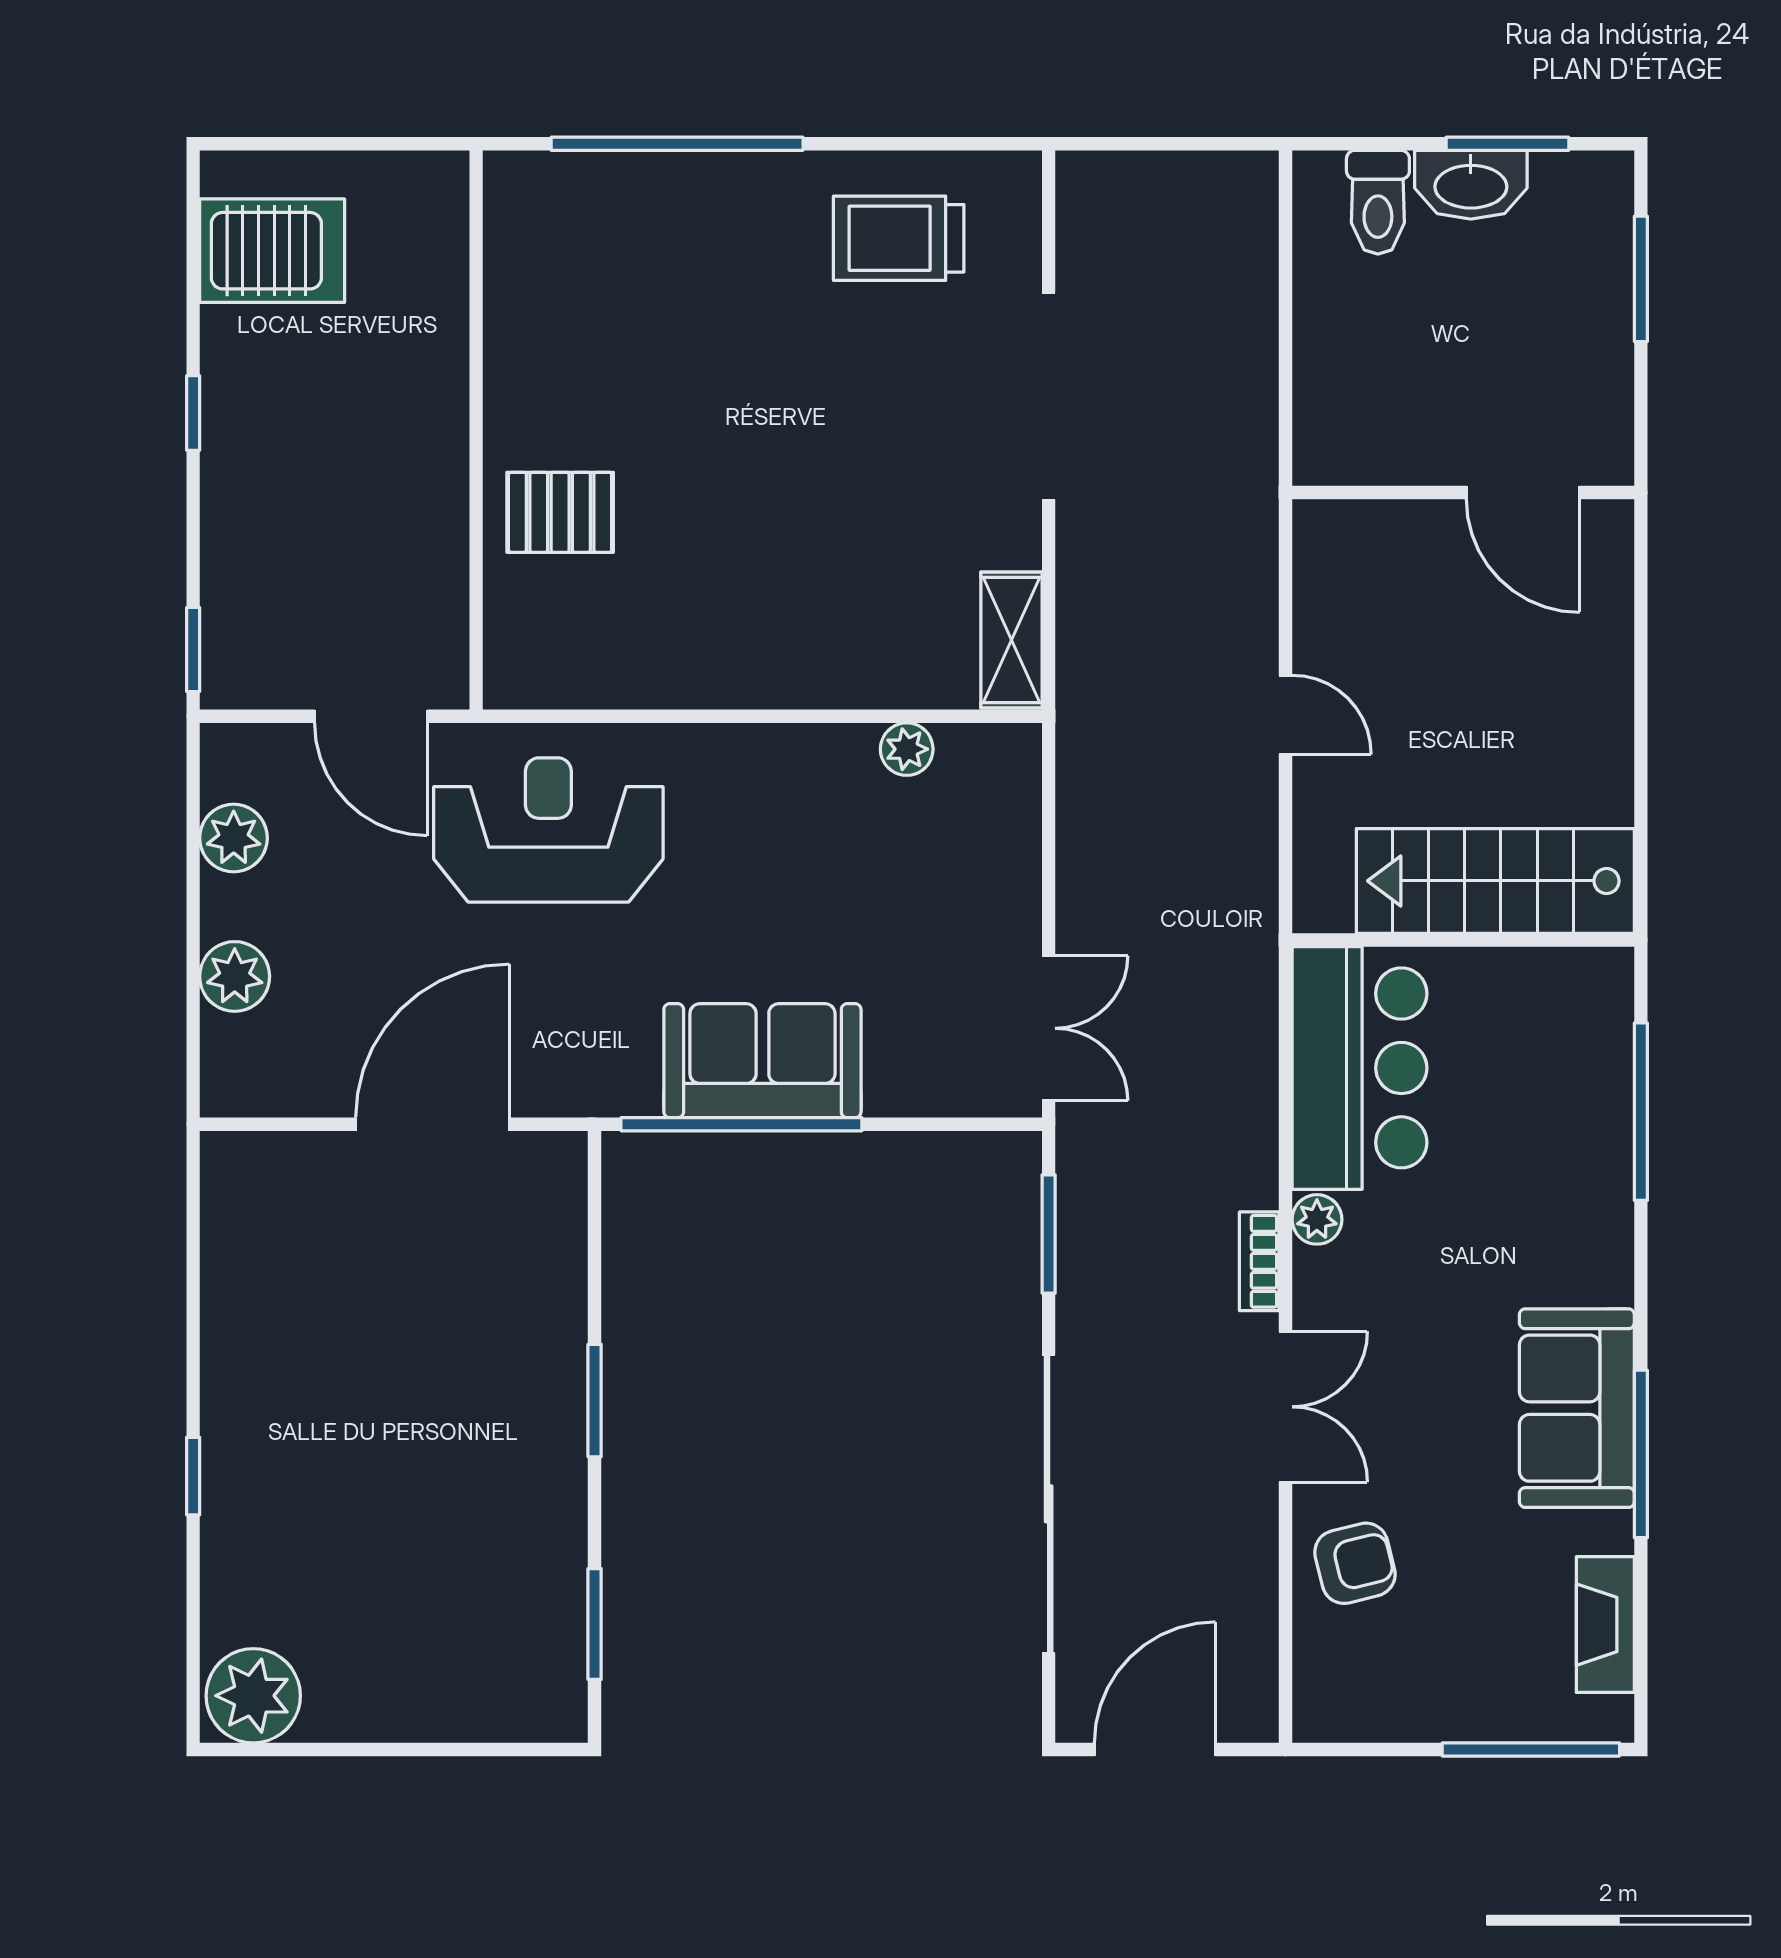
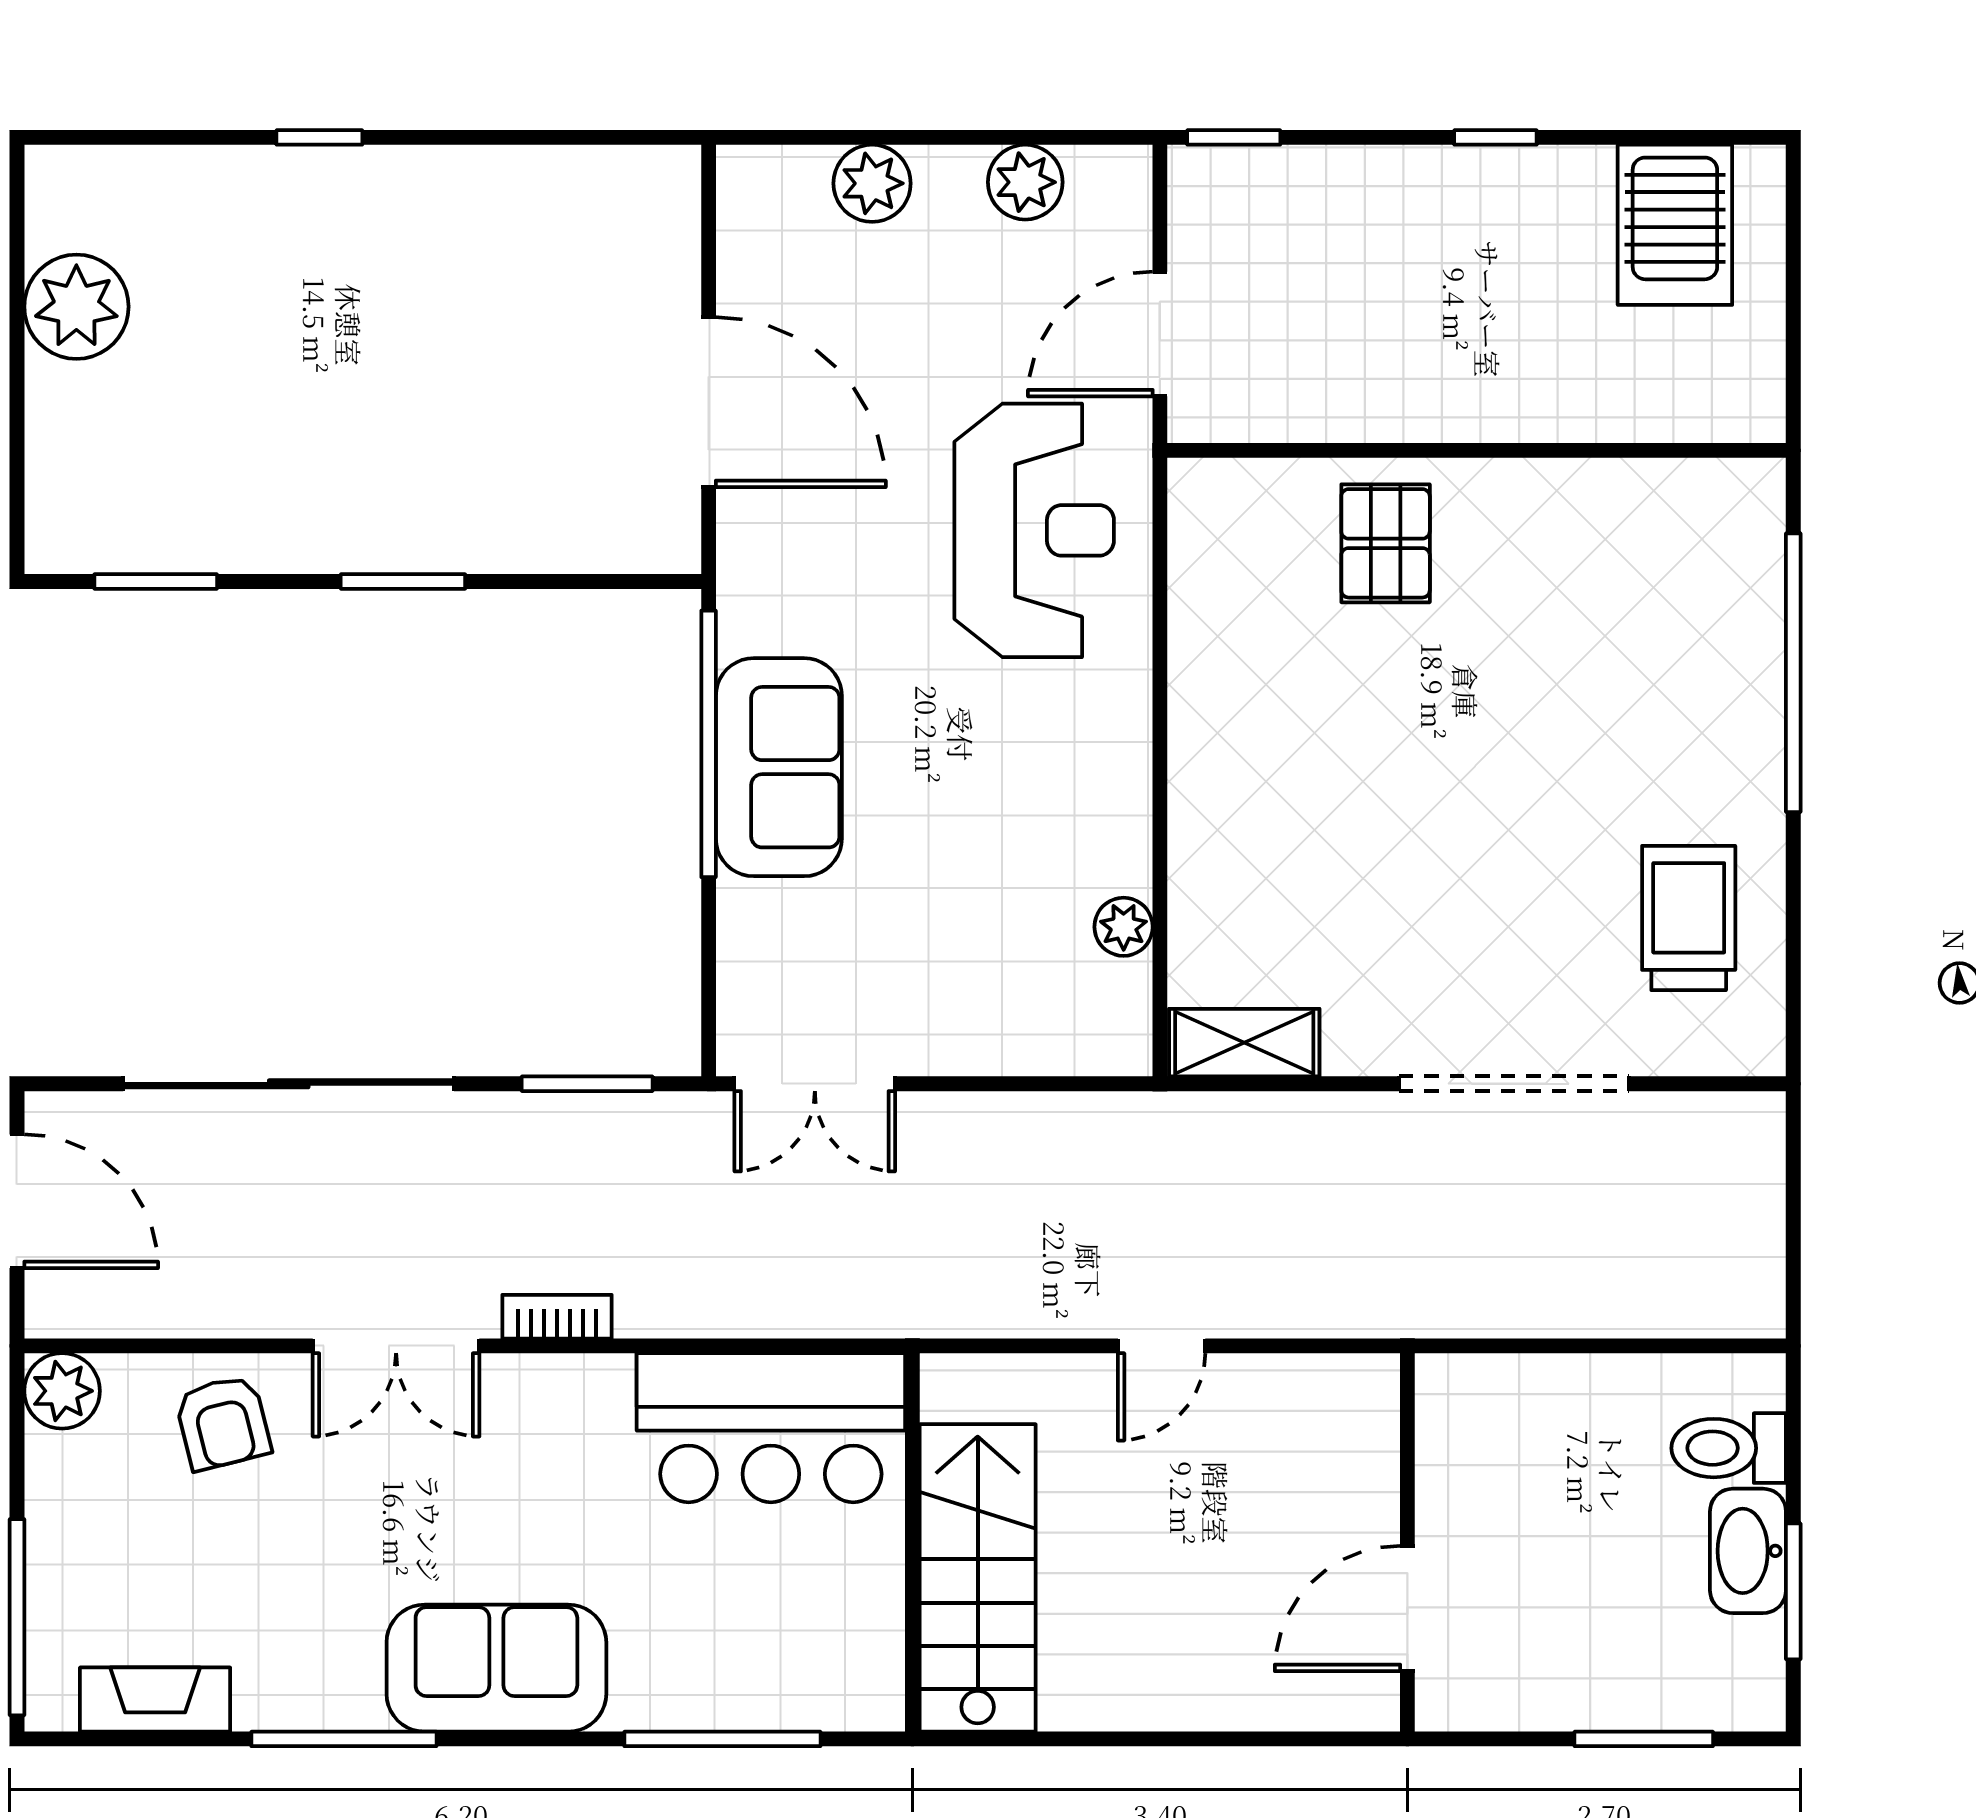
plant: (1317, 1219) -> (62, 1391), moved, width x1.38, depth x1.38
sofa: (1577, 1408) -> (496, 1668), moved
plant: (253, 1696) -> (76, 307), moved

